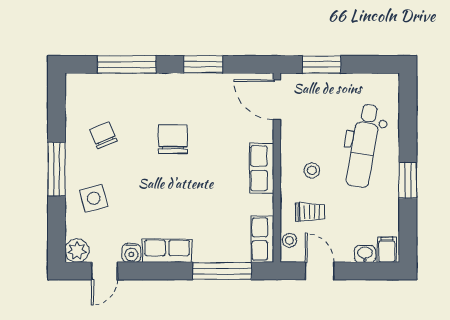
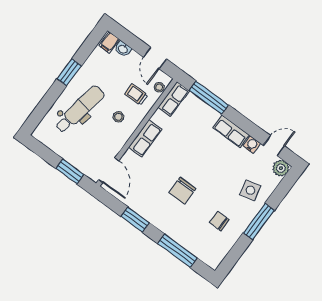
chair: (103, 135) -> (219, 221), turned 113

